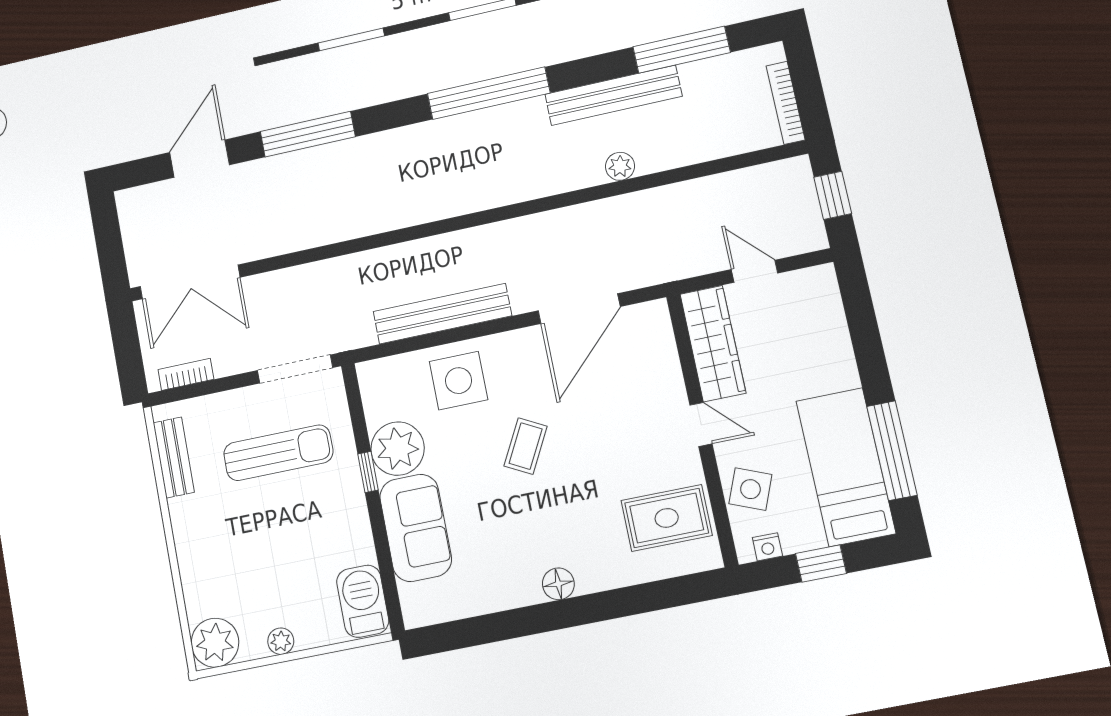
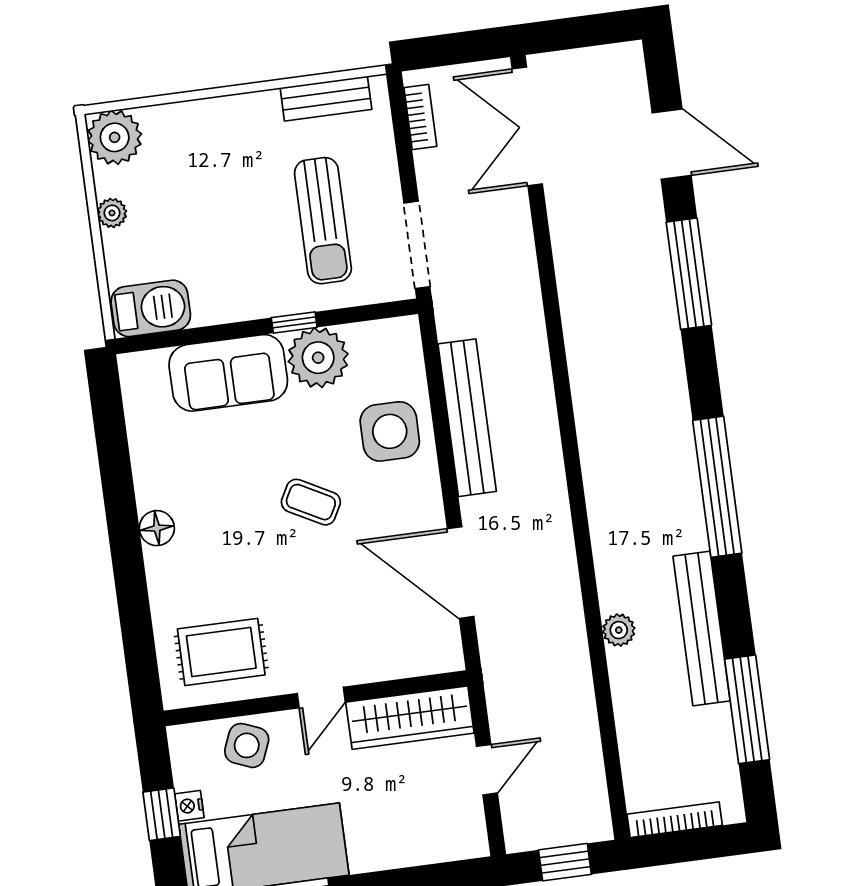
rug: (667, 518) -> (221, 652), turned 90
nightstand: (767, 547) -> (189, 806), moved

